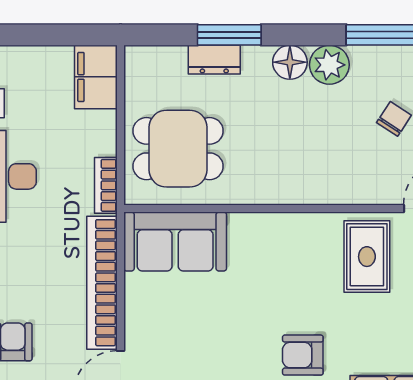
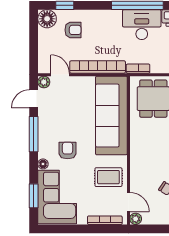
sofa: (175, 242) -> (111, 116), width x1.85, depth x1.27

